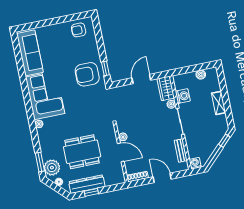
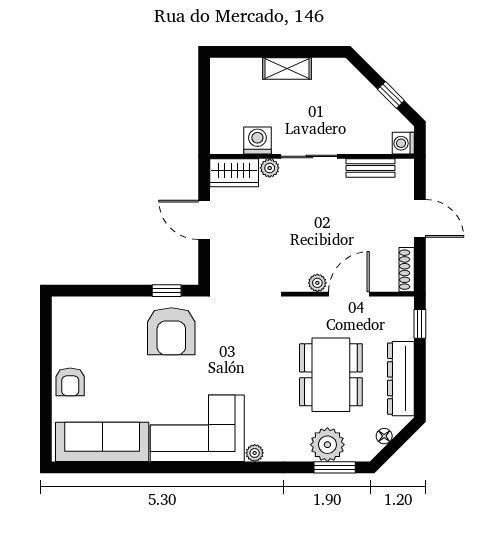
armchair: (79, 30) -> (70, 382), moved
boiler: (201, 75) -> (220, 94), removed
window: (224, 141) -> (391, 95), moved
plant: (52, 168) -> (327, 445), moved
door: (162, 178) -> (420, 218), swing flipped
window: (91, 192) -> (420, 324), moved

